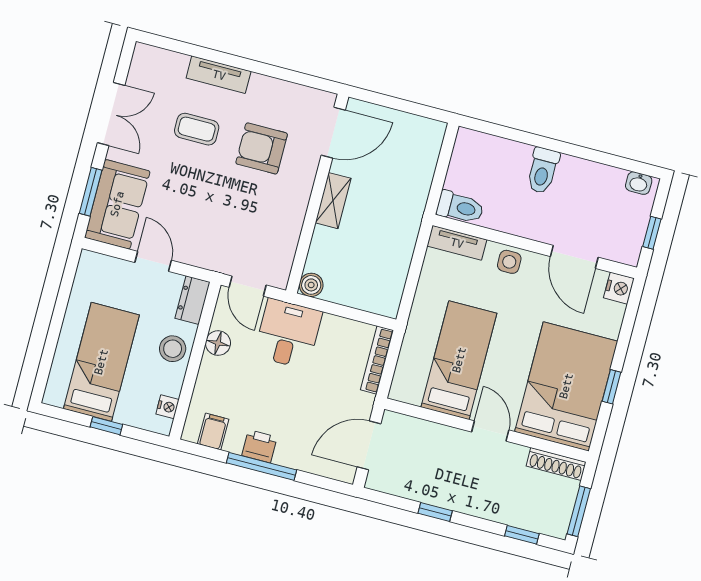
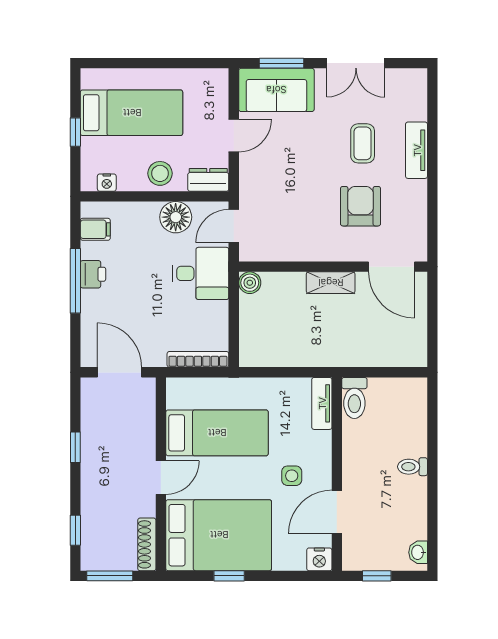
toilet: (543, 170) -> (413, 467), width x0.73, depth x0.72
side table: (509, 262) -> (292, 476), moved
floor lamp: (218, 343) -> (176, 217), width x1.38, depth x1.38

